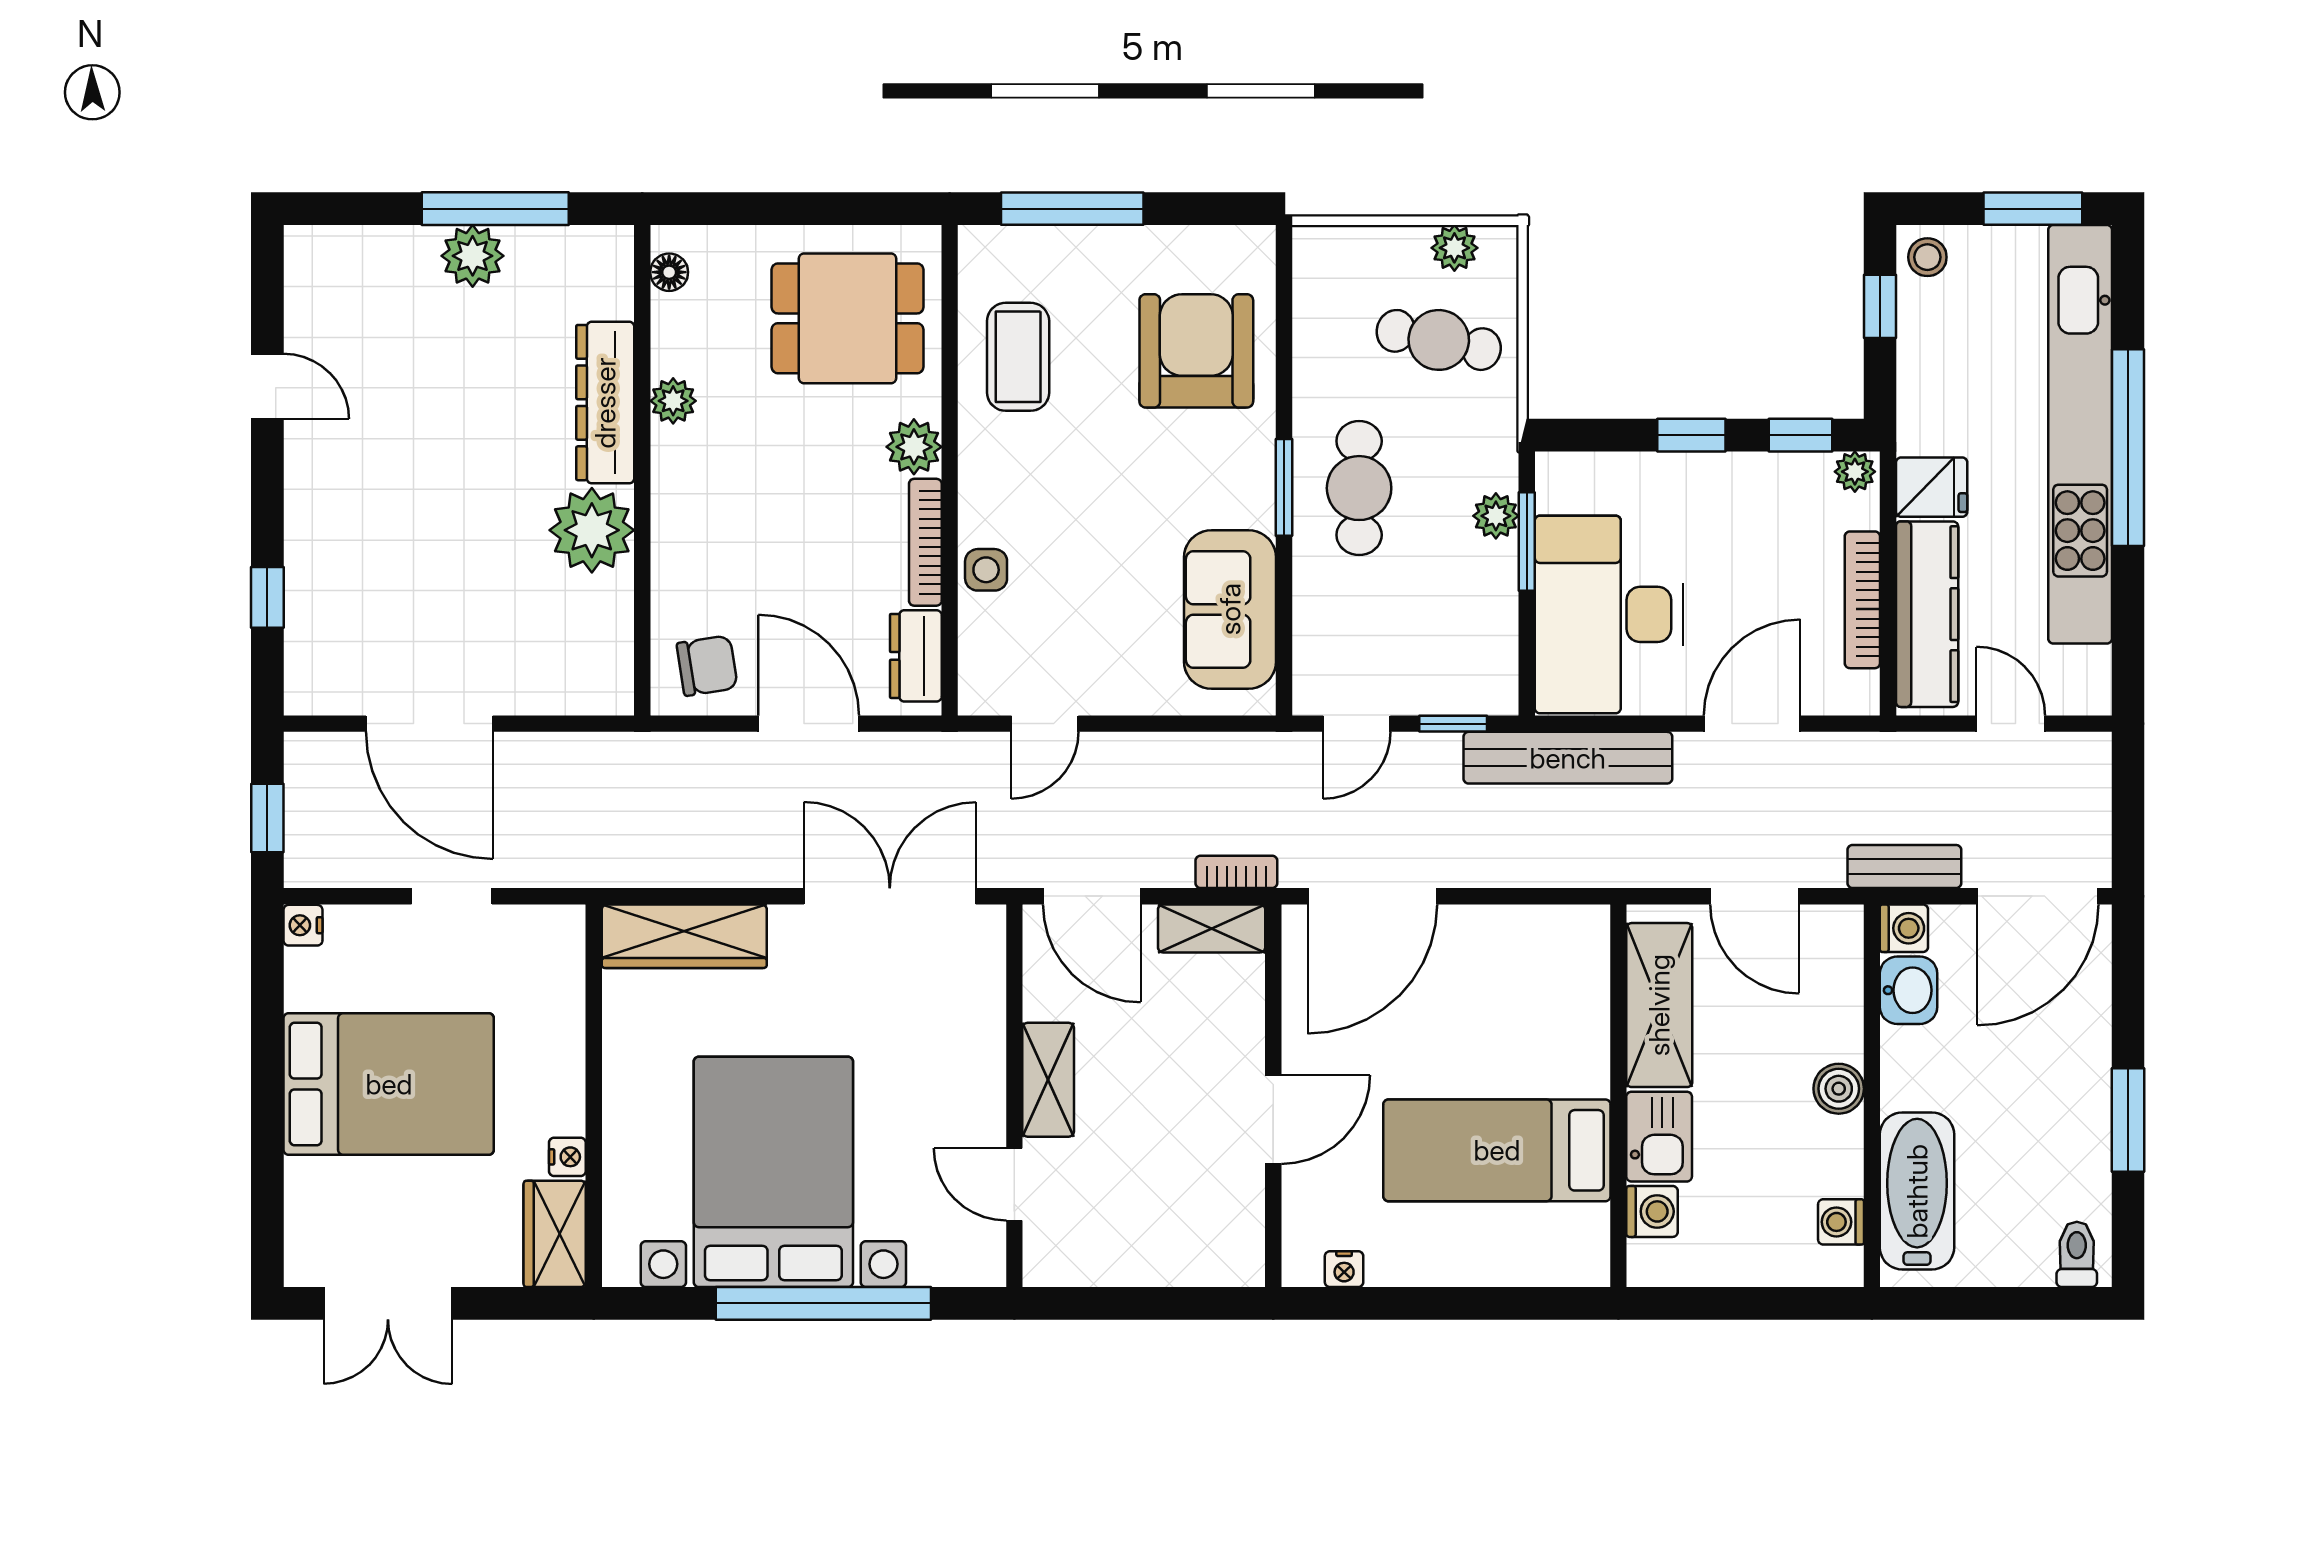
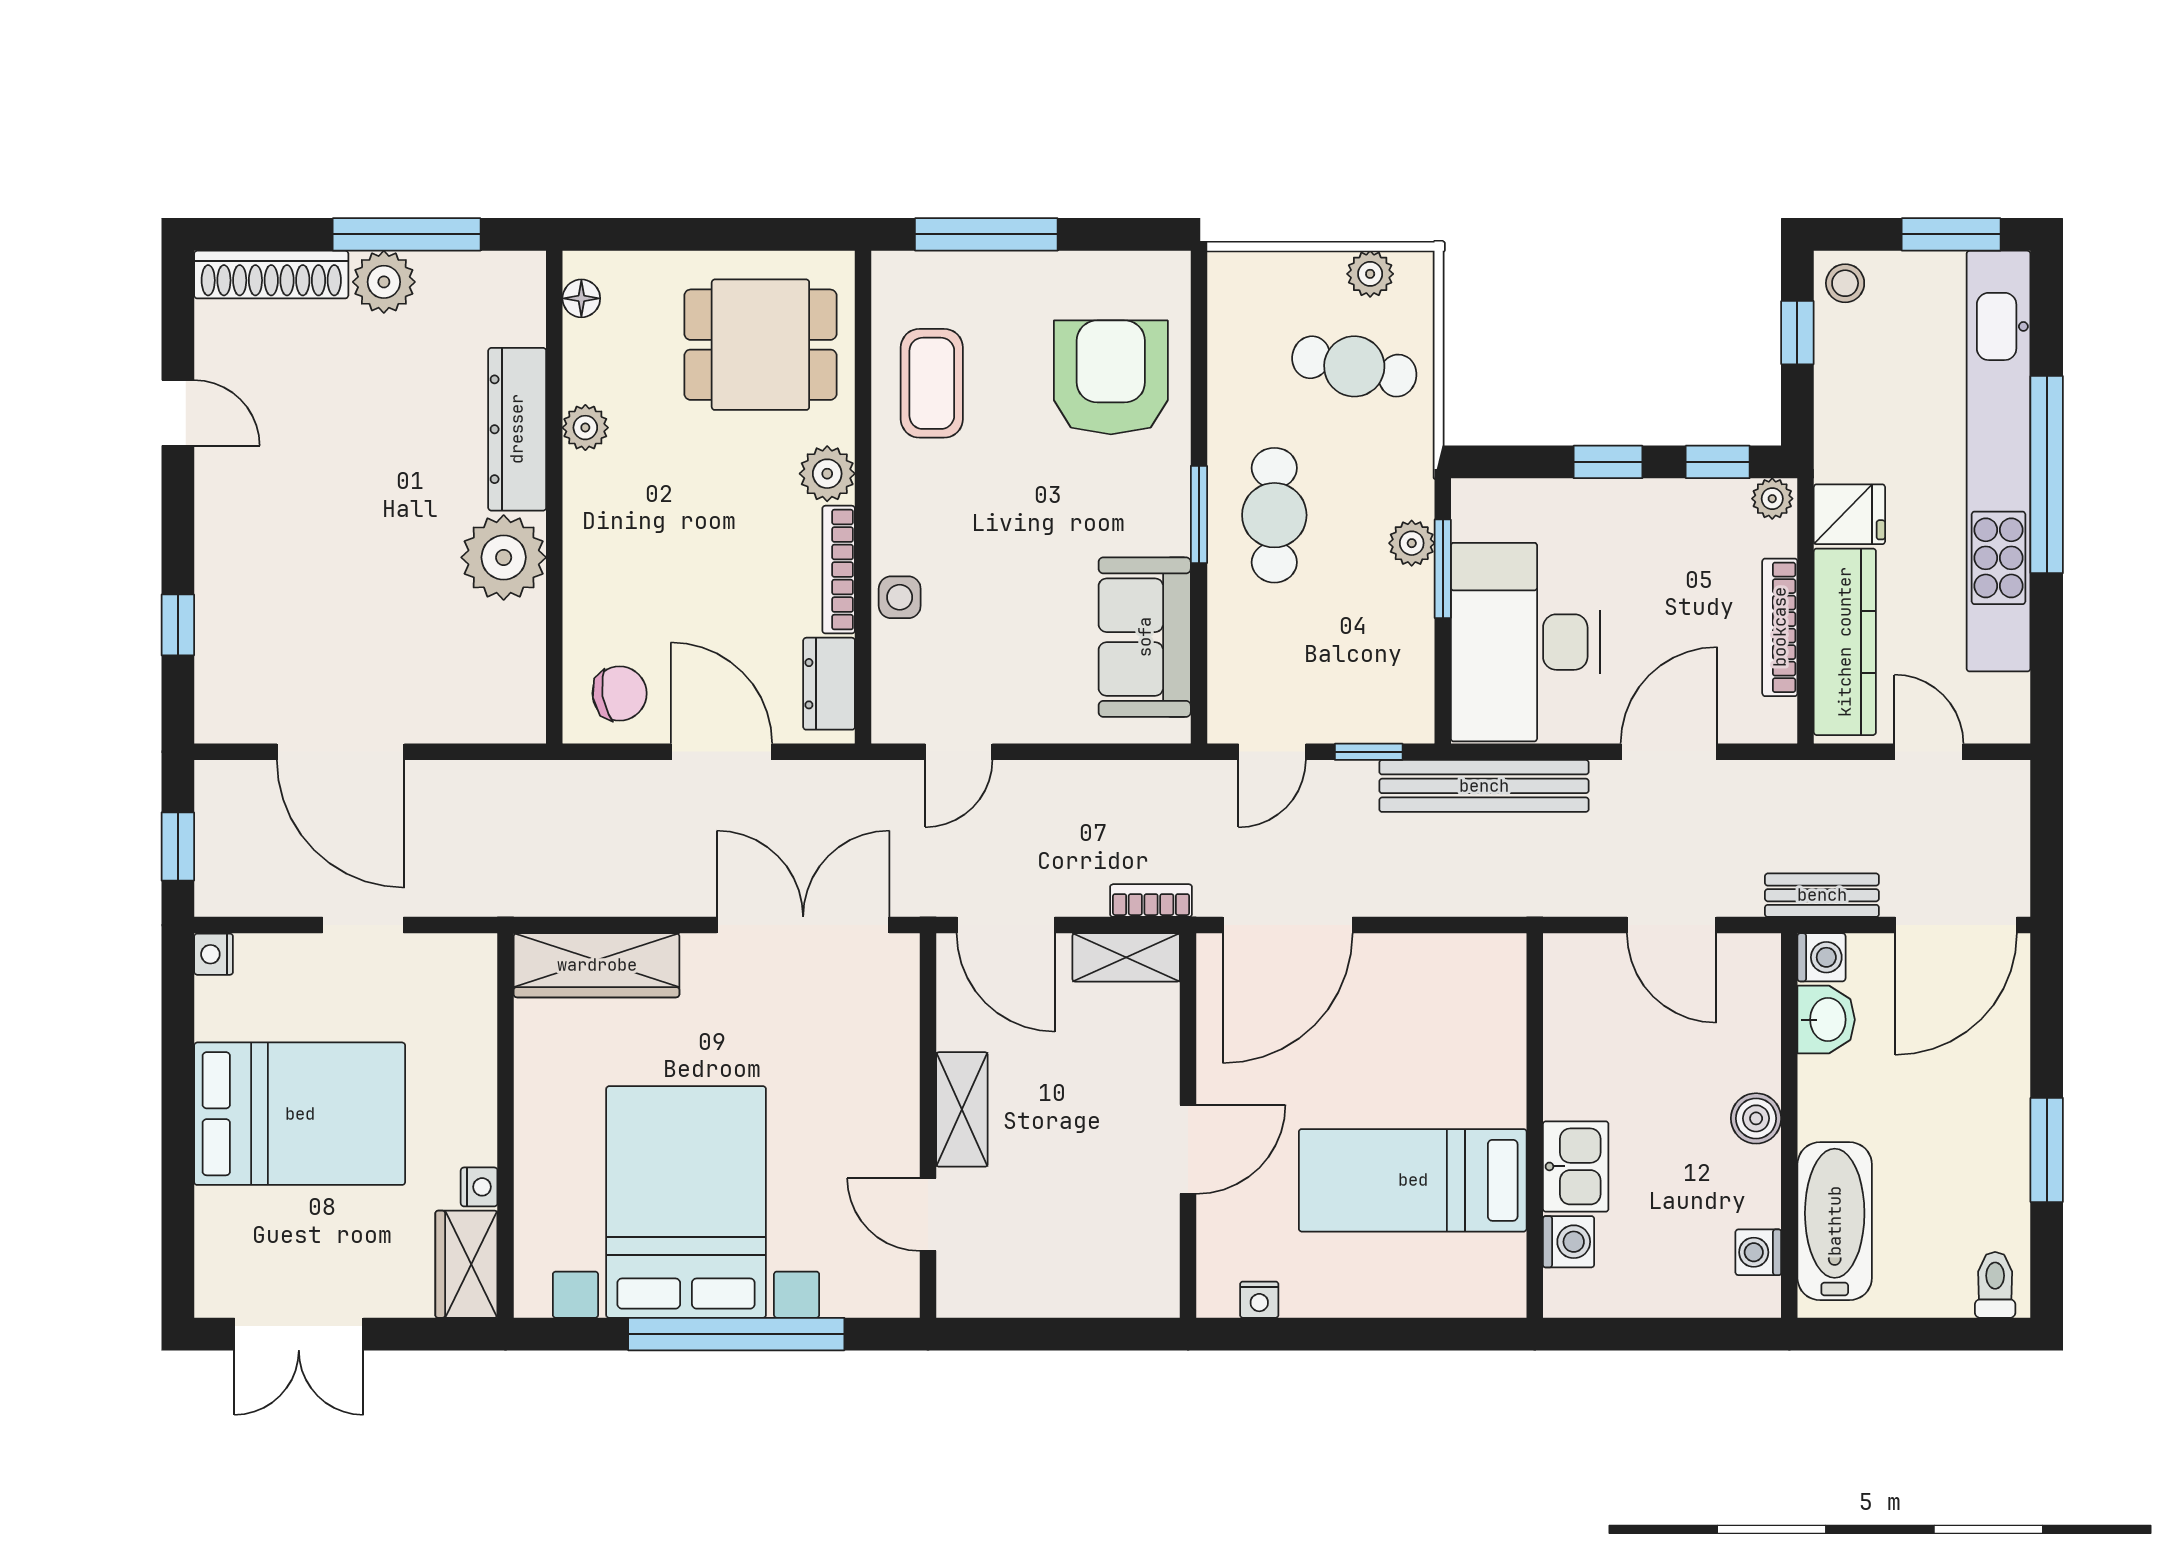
shoe rack: (360, 248) -> (271, 275), added
shelving: (1659, 1005) -> (1576, 1034), removed

